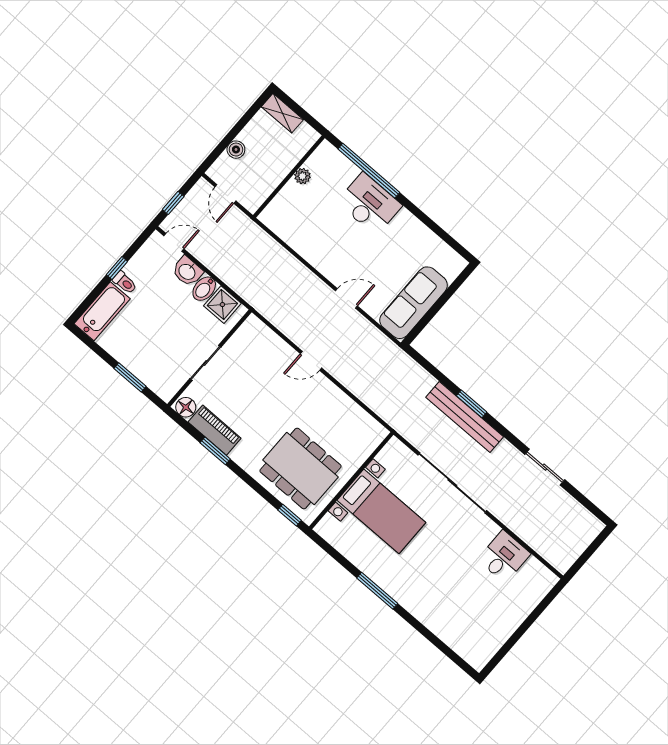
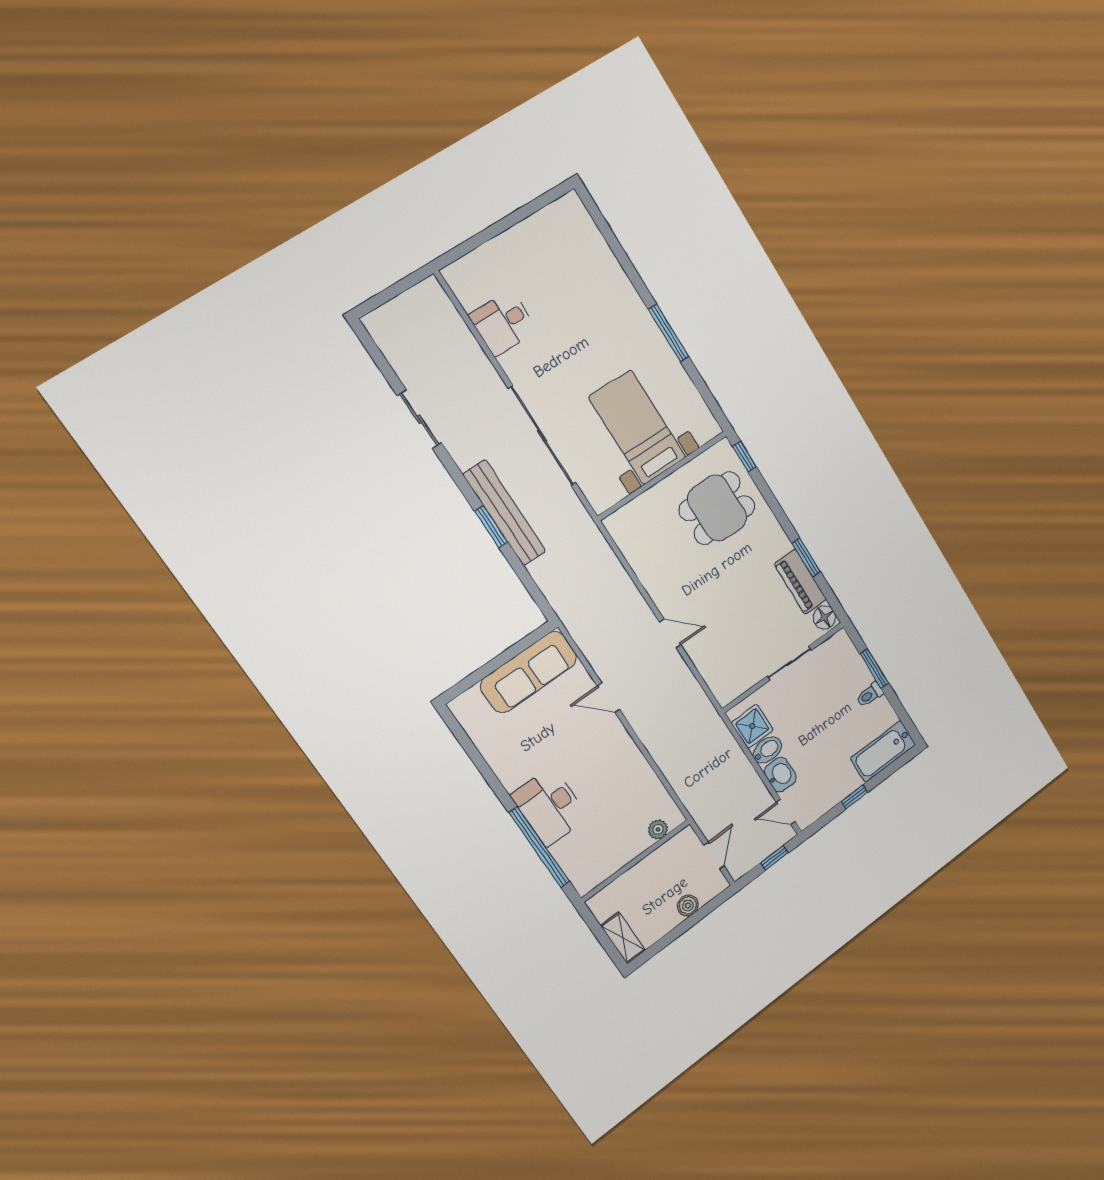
plant: (302, 176) -> (658, 829), moved
toilet: (125, 283) -> (870, 695), moved, turned -90
dining table: (301, 469) -> (717, 508), width x0.73

